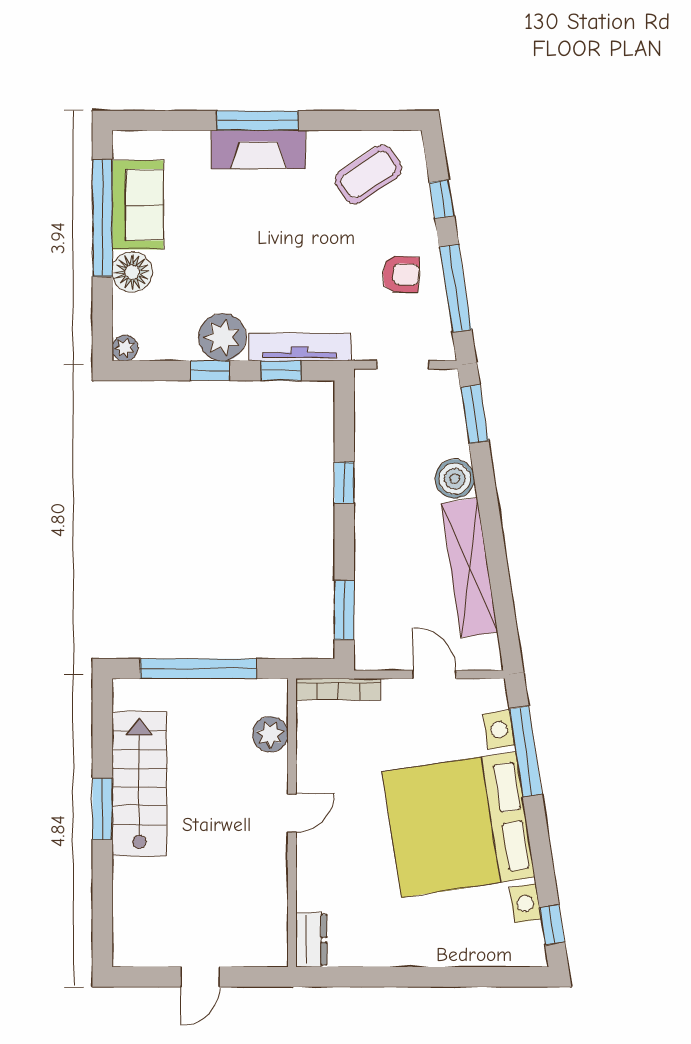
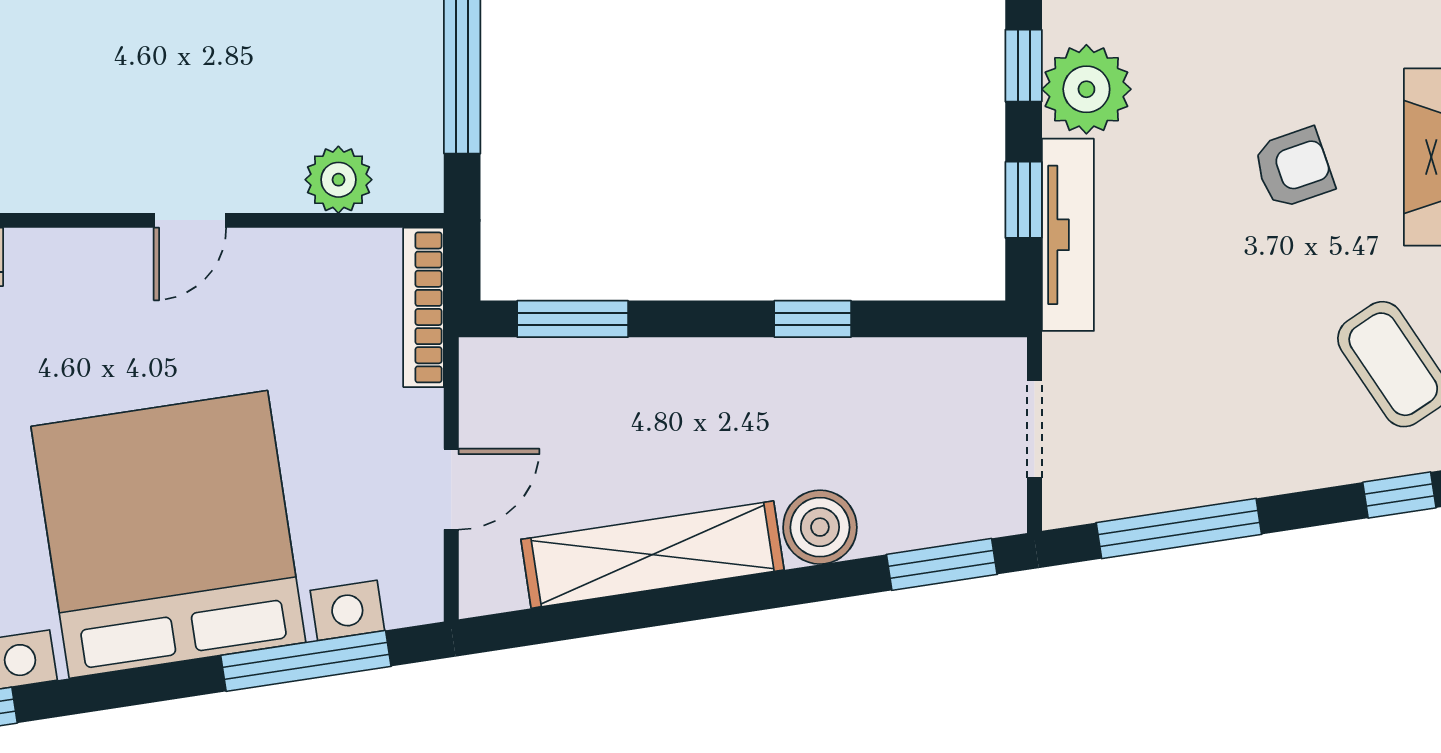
window: (442, 199) -> (1399, 495), moved
armchair: (401, 274) -> (1294, 168), moved, turned -112
door: (292, 813) -> (190, 220), hinge flipped

